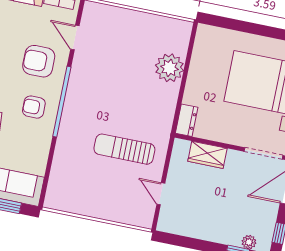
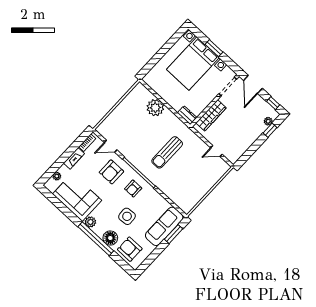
sun lounger: (124, 149) -> (167, 152), moved
wardrobe: (207, 155) -> (211, 115), width x1.50

